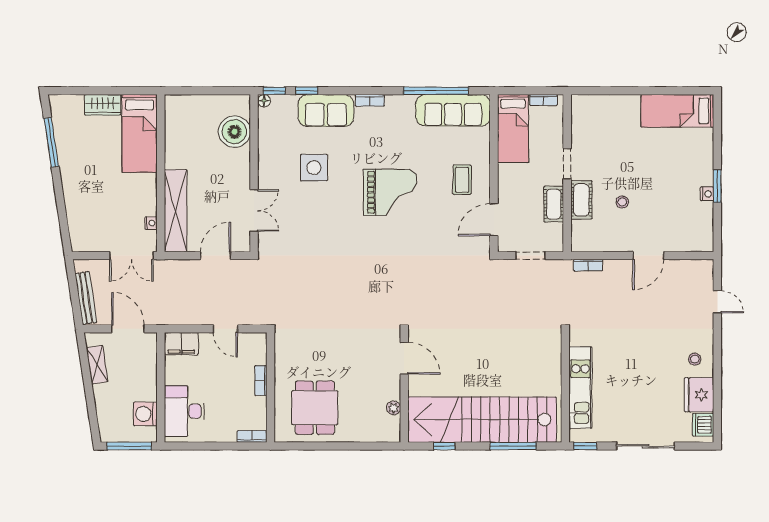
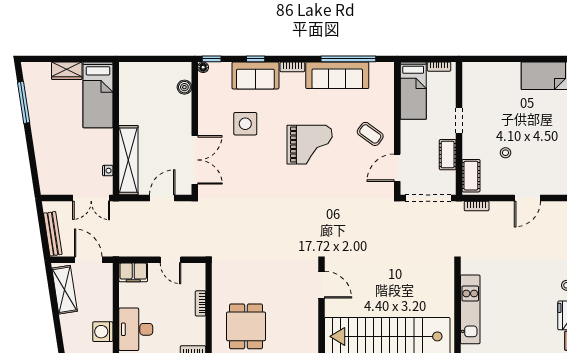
window: (307, 91) -> (256, 59), moved
sofa: (453, 110) -> (337, 75), moved
boiler: (234, 132) -> (184, 87), width x0.54, depth x0.54
coffee table: (462, 180) -> (370, 134), turned -54
cot: (581, 200) -> (471, 176), moved
double door: (254, 211) -> (195, 160), width x1.37
doorway: (531, 256) -> (428, 198), width x1.87
shelving: (97, 365) -> (65, 290), width x1.50, depth x1.33
plant: (394, 408) -> (313, 327), removed

